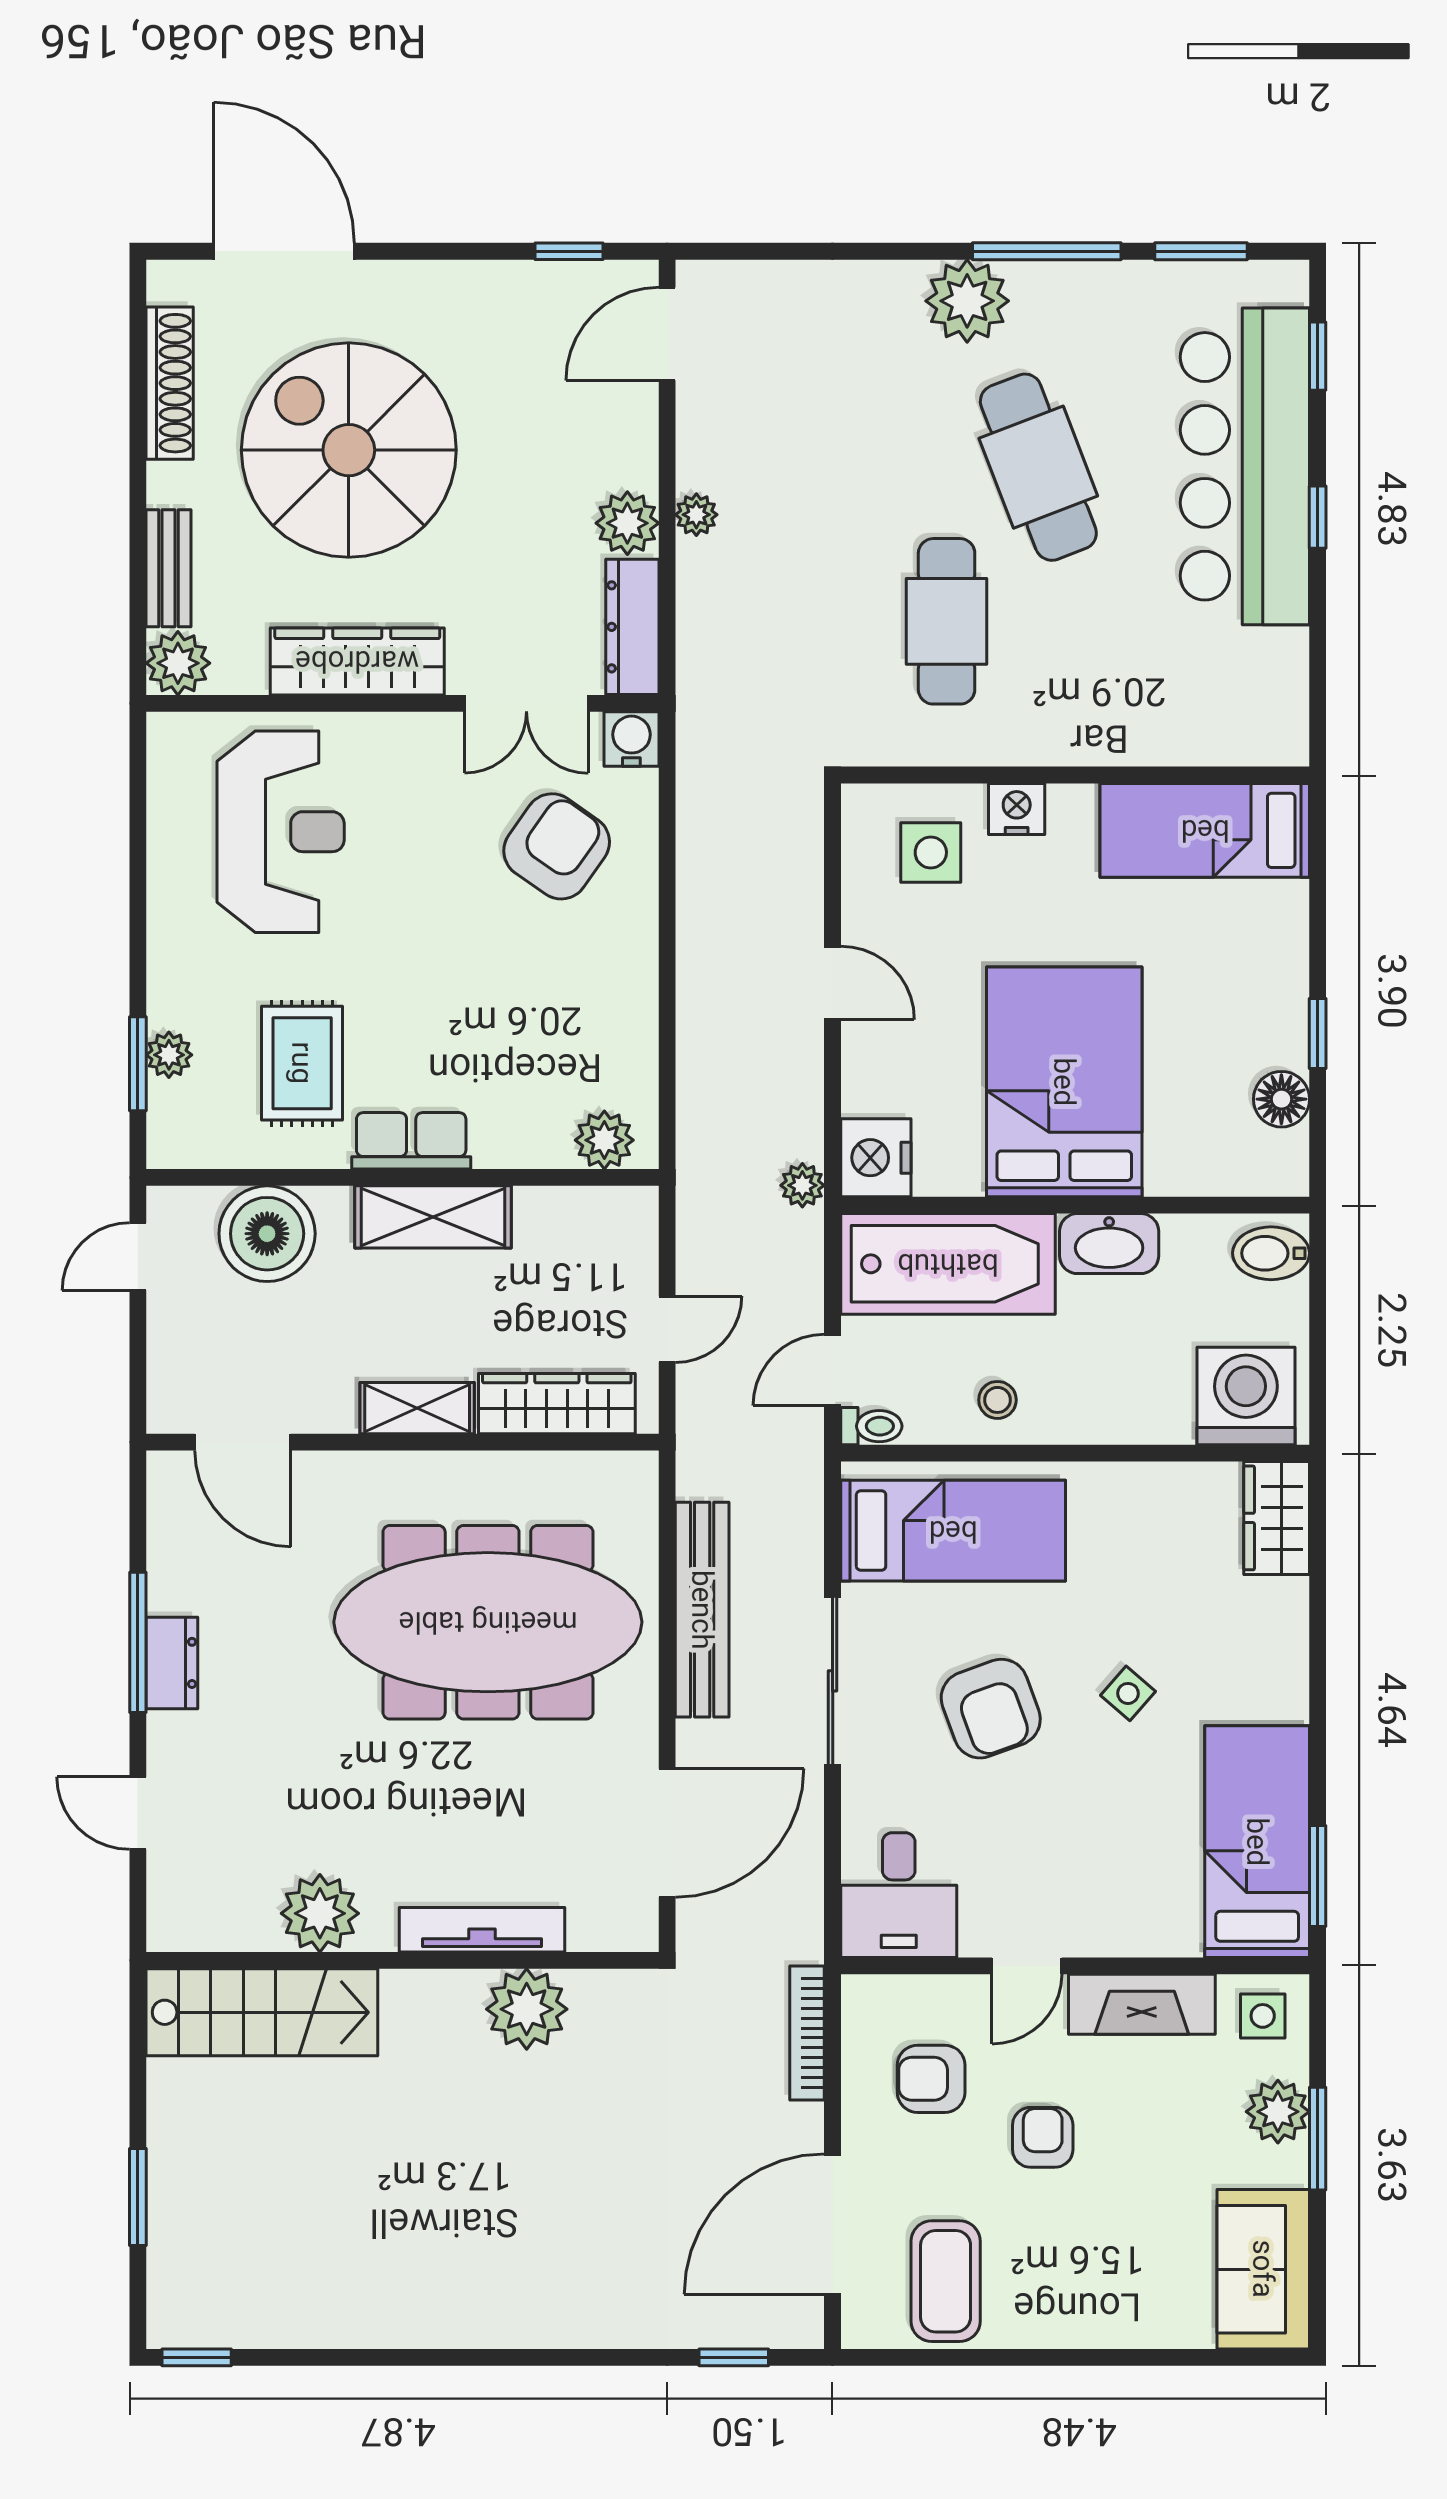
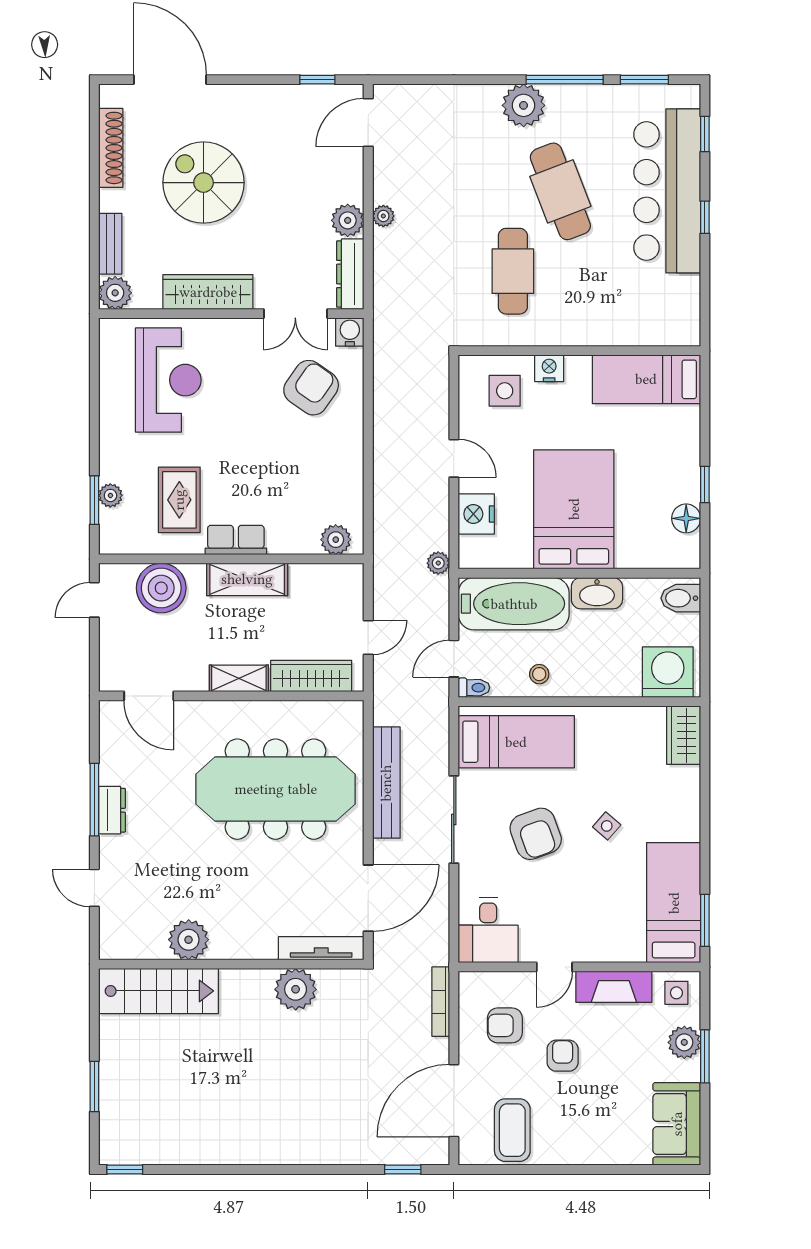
spiral stairs: (349, 450) -> (204, 183), width x0.73, depth x0.73
nightstand: (876, 1158) -> (476, 514), moved
tv unit: (482, 1930) -> (321, 948), moved

